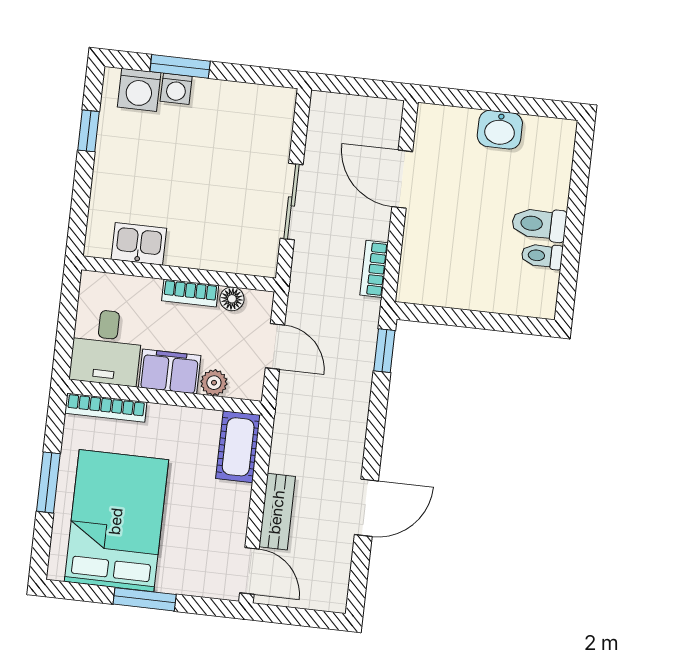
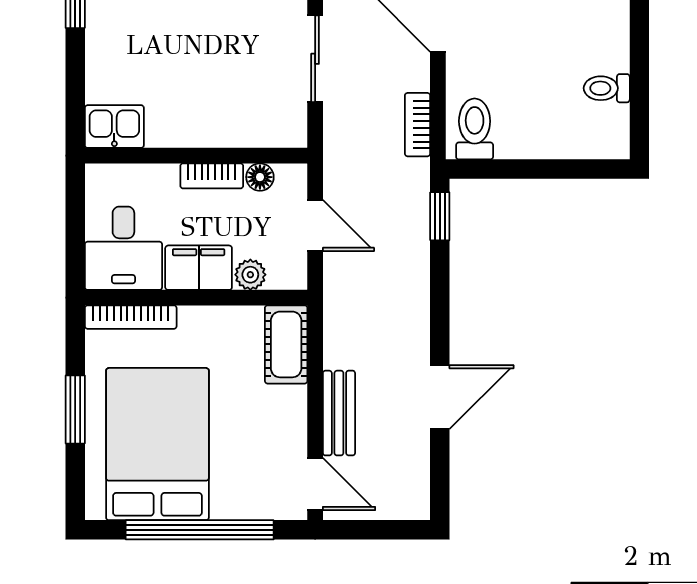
toilet: (539, 224) -> (475, 129), moved, turned 90
kitchen sink: (139, 244) -> (114, 127), moved
window: (145, 599) -> (200, 530), width x2.11

